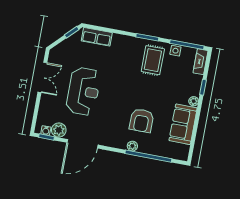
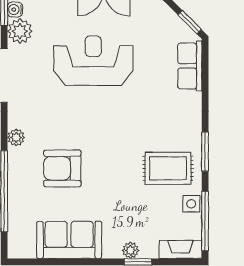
reception desk: (83, 91) -> (93, 61), turned 180
plant: (194, 101) -> (131, 250), moved
plant: (132, 146) -> (16, 137), moved

